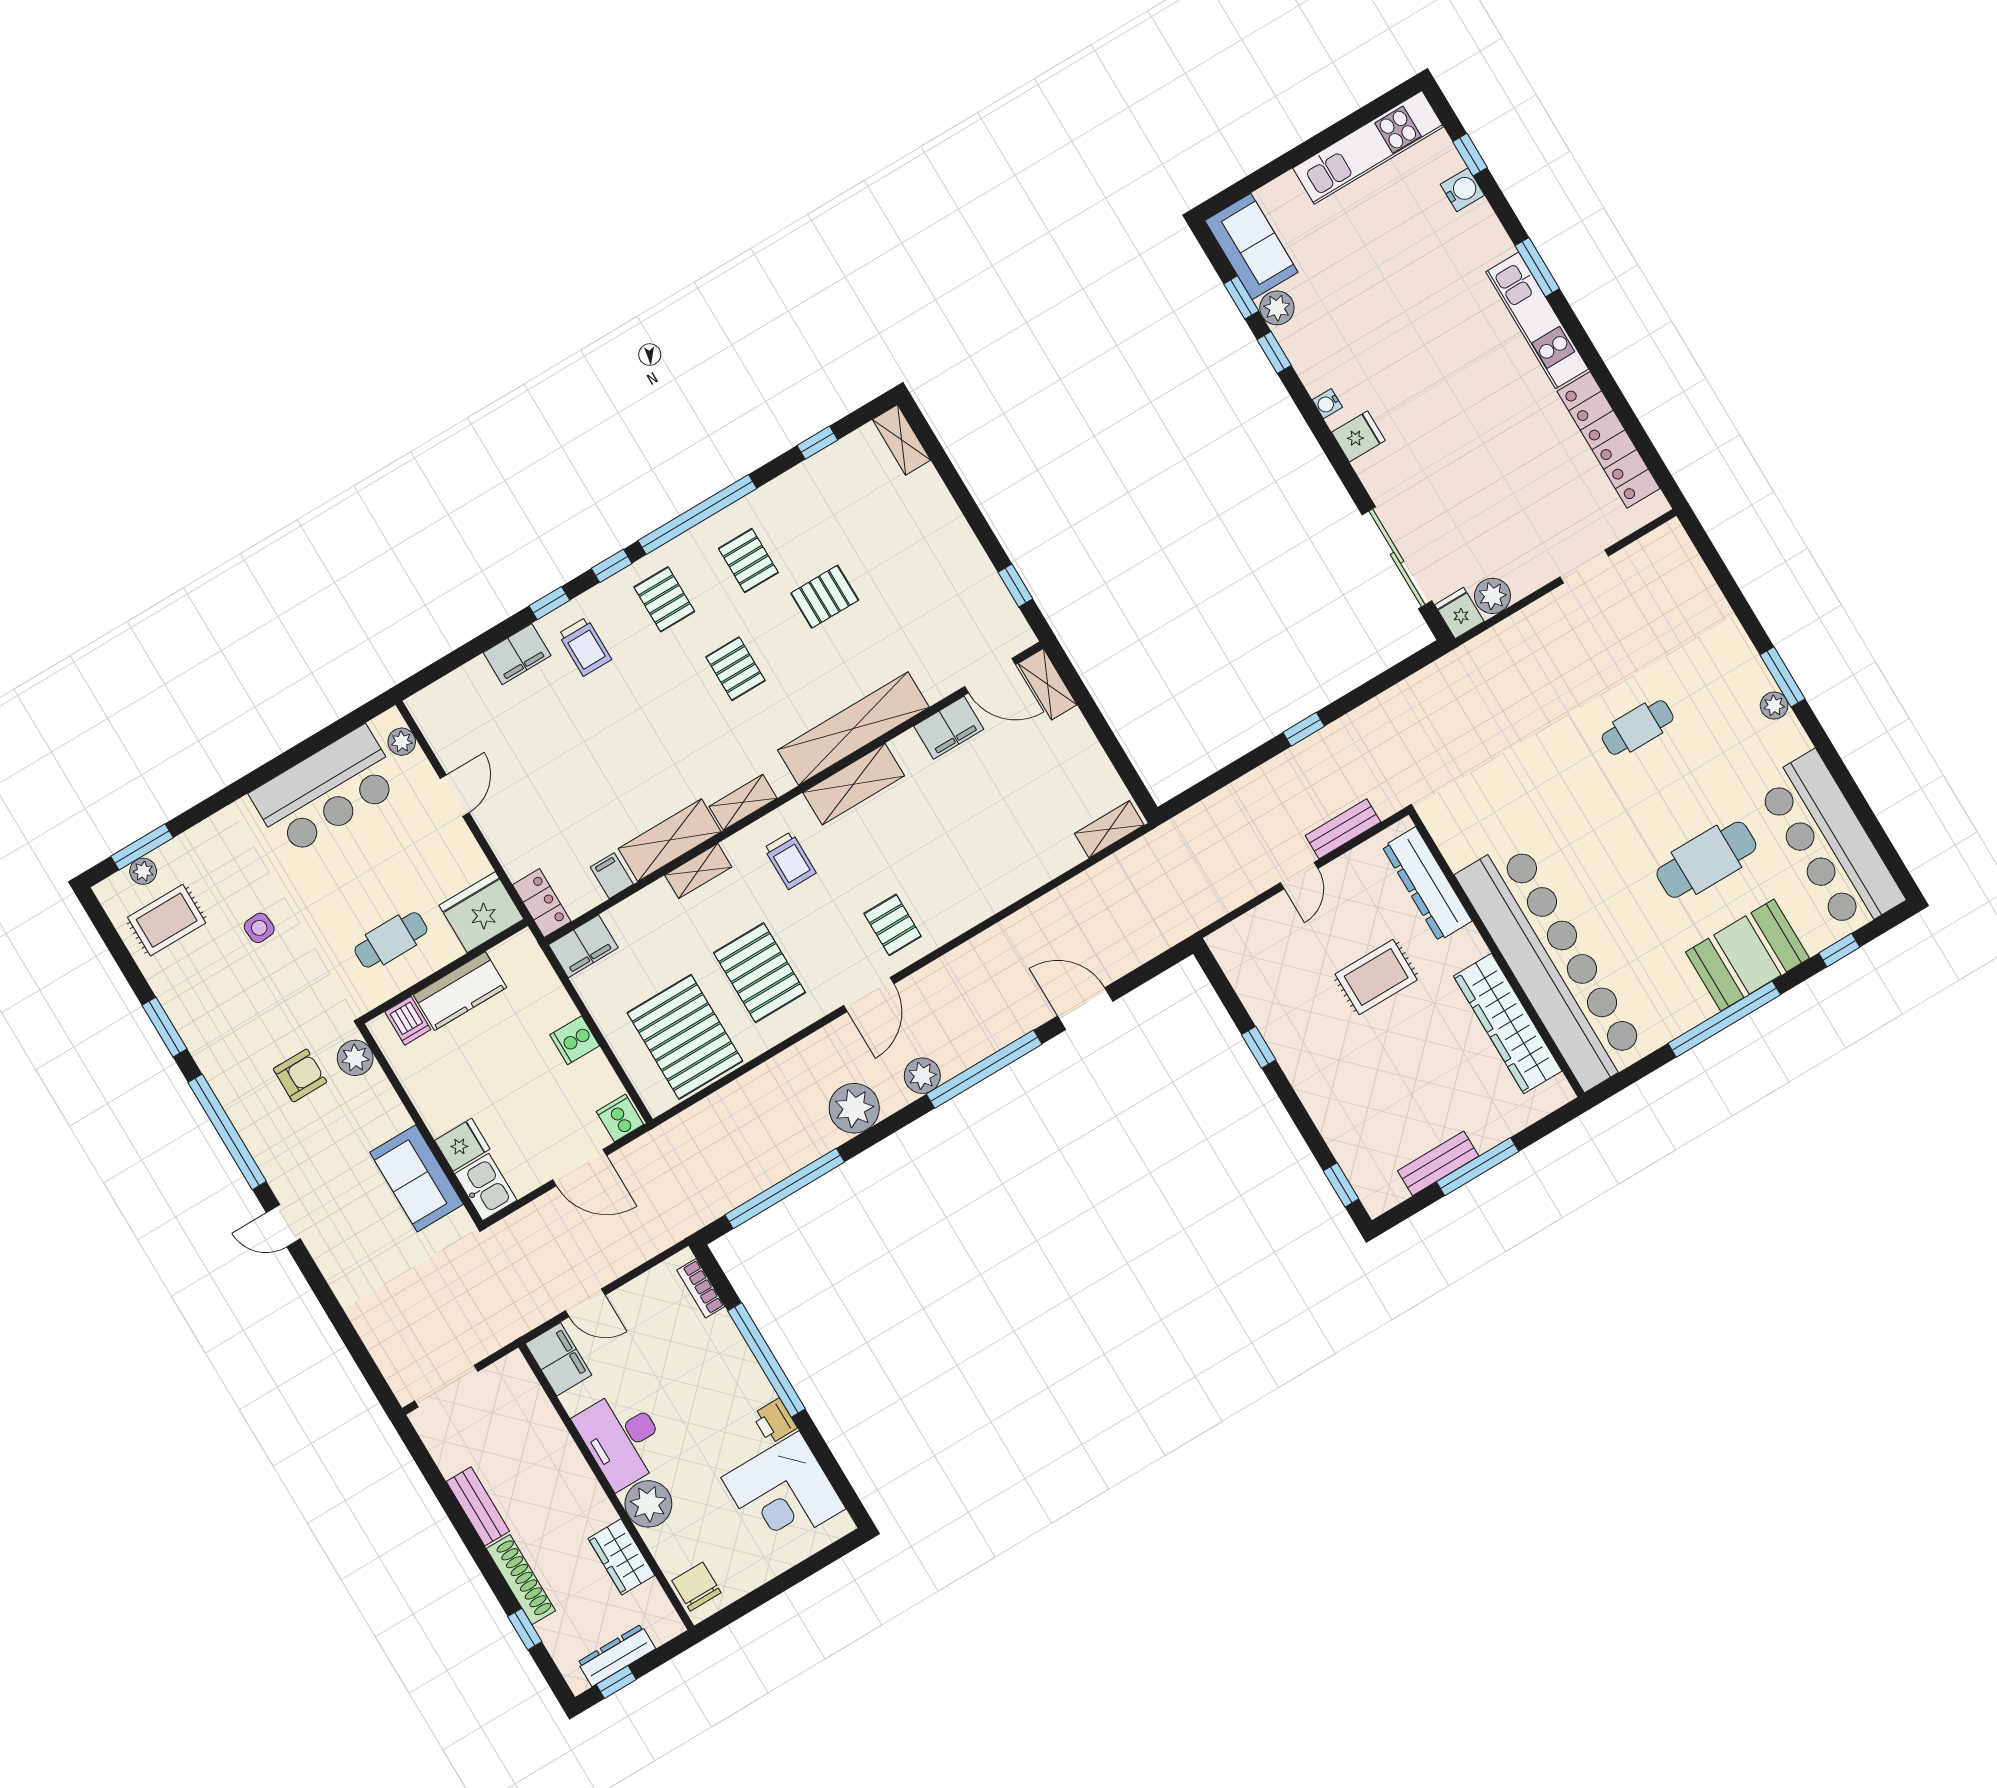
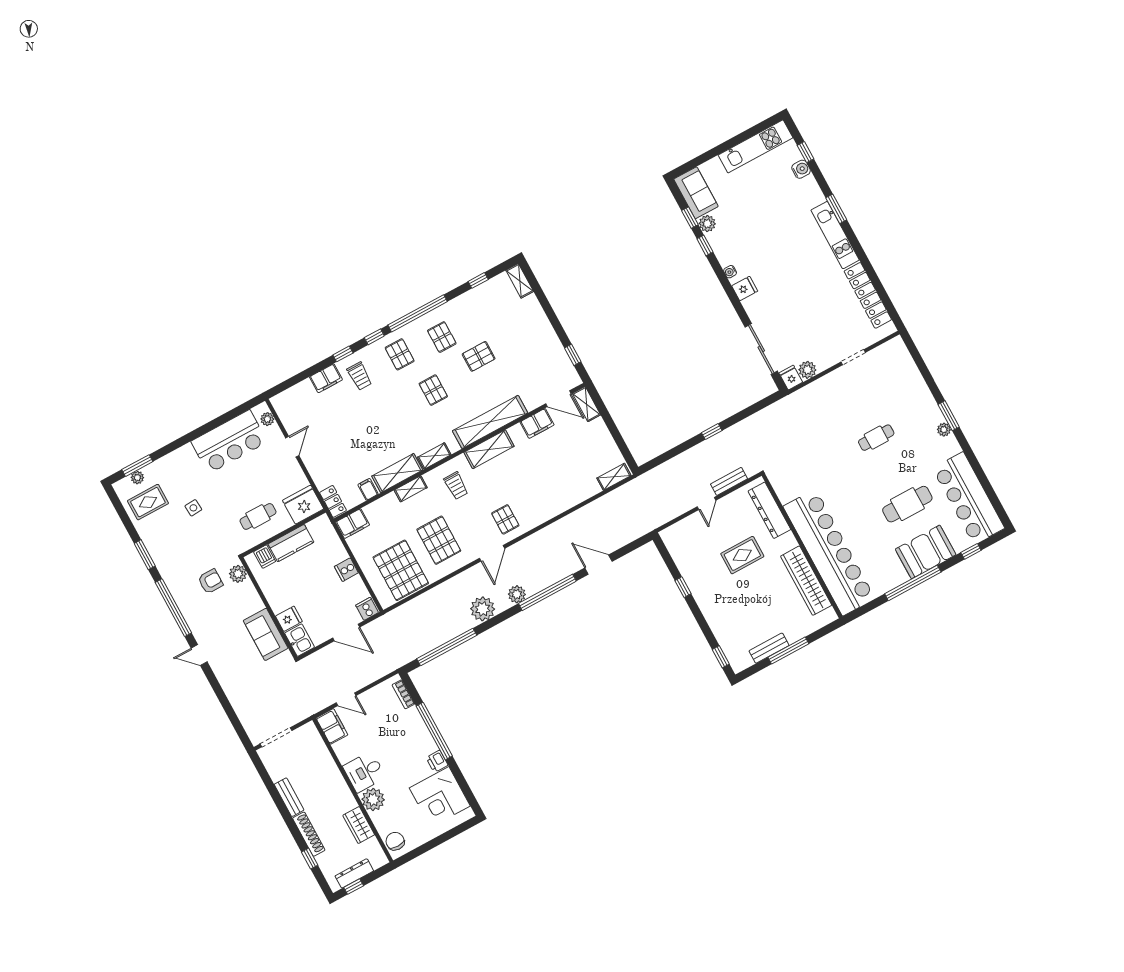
desk: (622, 1438) -> (364, 772), width x0.73

